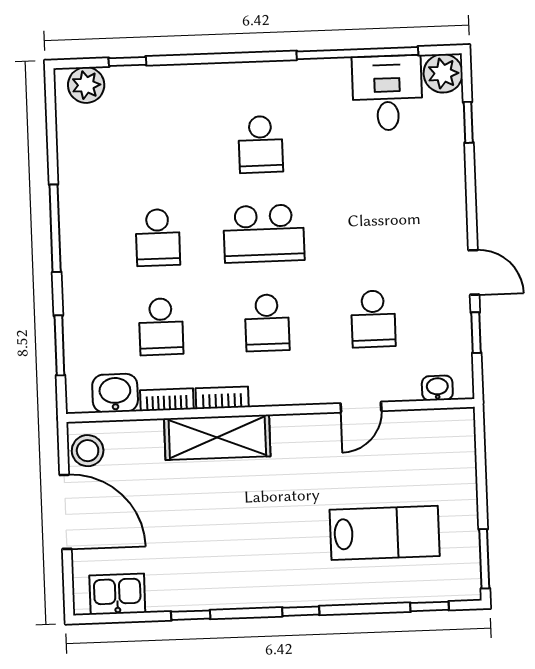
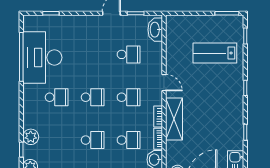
plant: (443, 73) -> (31, 137), moved
desk: (387, 93) -> (42, 58), width x1.87, depth x1.30
school desk: (264, 234) -> (93, 97), width x0.54
washbasin: (437, 388) -> (155, 30), width x1.91, depth x1.45
door: (361, 407) -> (164, 83), moved
lab bench: (385, 533) -> (215, 53), turned -90

